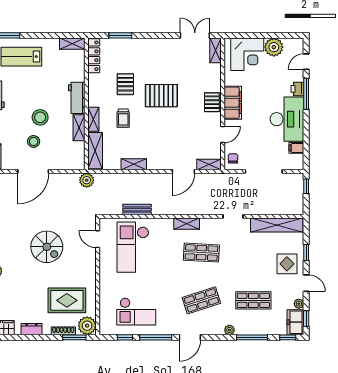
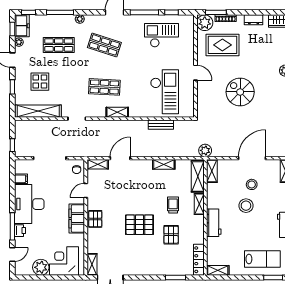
shelving: (79, 128) -> (212, 171), moved
door: (98, 239) -> (195, 73), moved
display table: (287, 264) -> (40, 82), moved
shop shelf: (201, 300) -> (104, 45), turned 36

